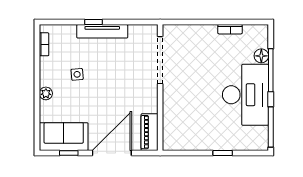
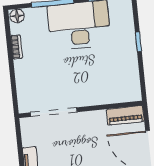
floor lamp: (261, 56) -> (17, 16), moved

